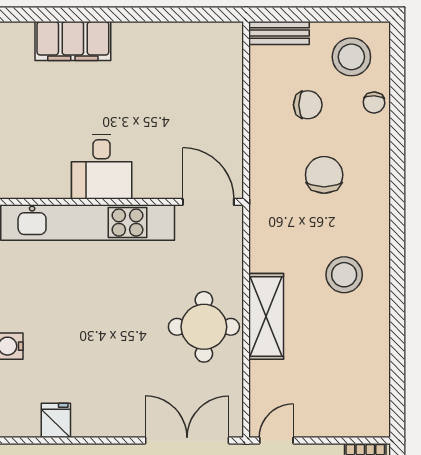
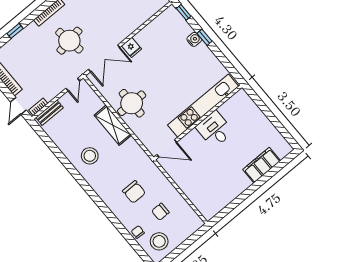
bench: (279, 33) -> (49, 113), moved
stool: (344, 275) -> (90, 156), moved
fridge: (56, 420) -> (132, 47), moved

